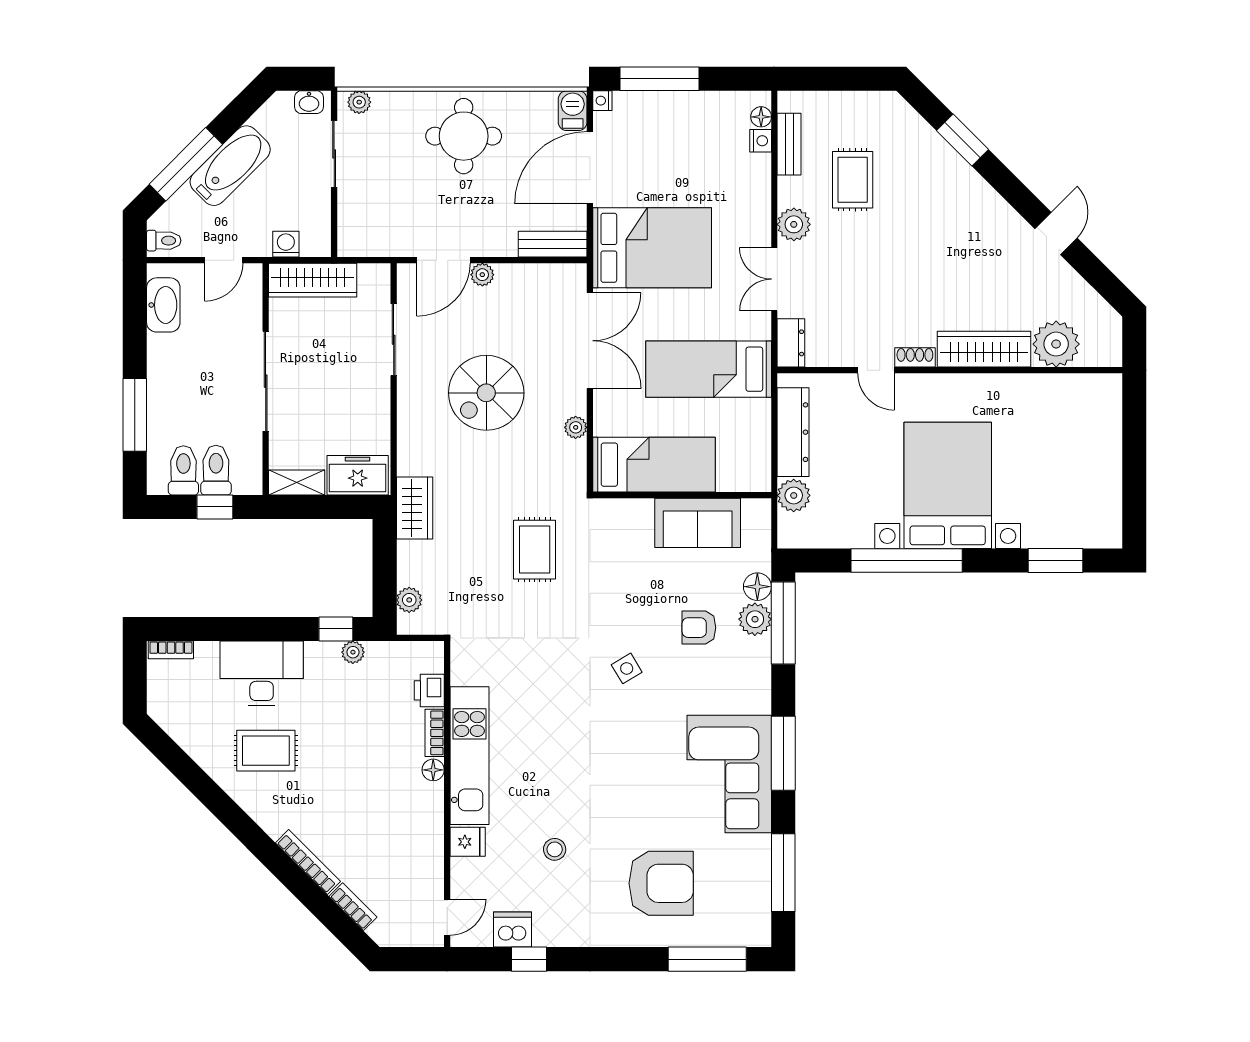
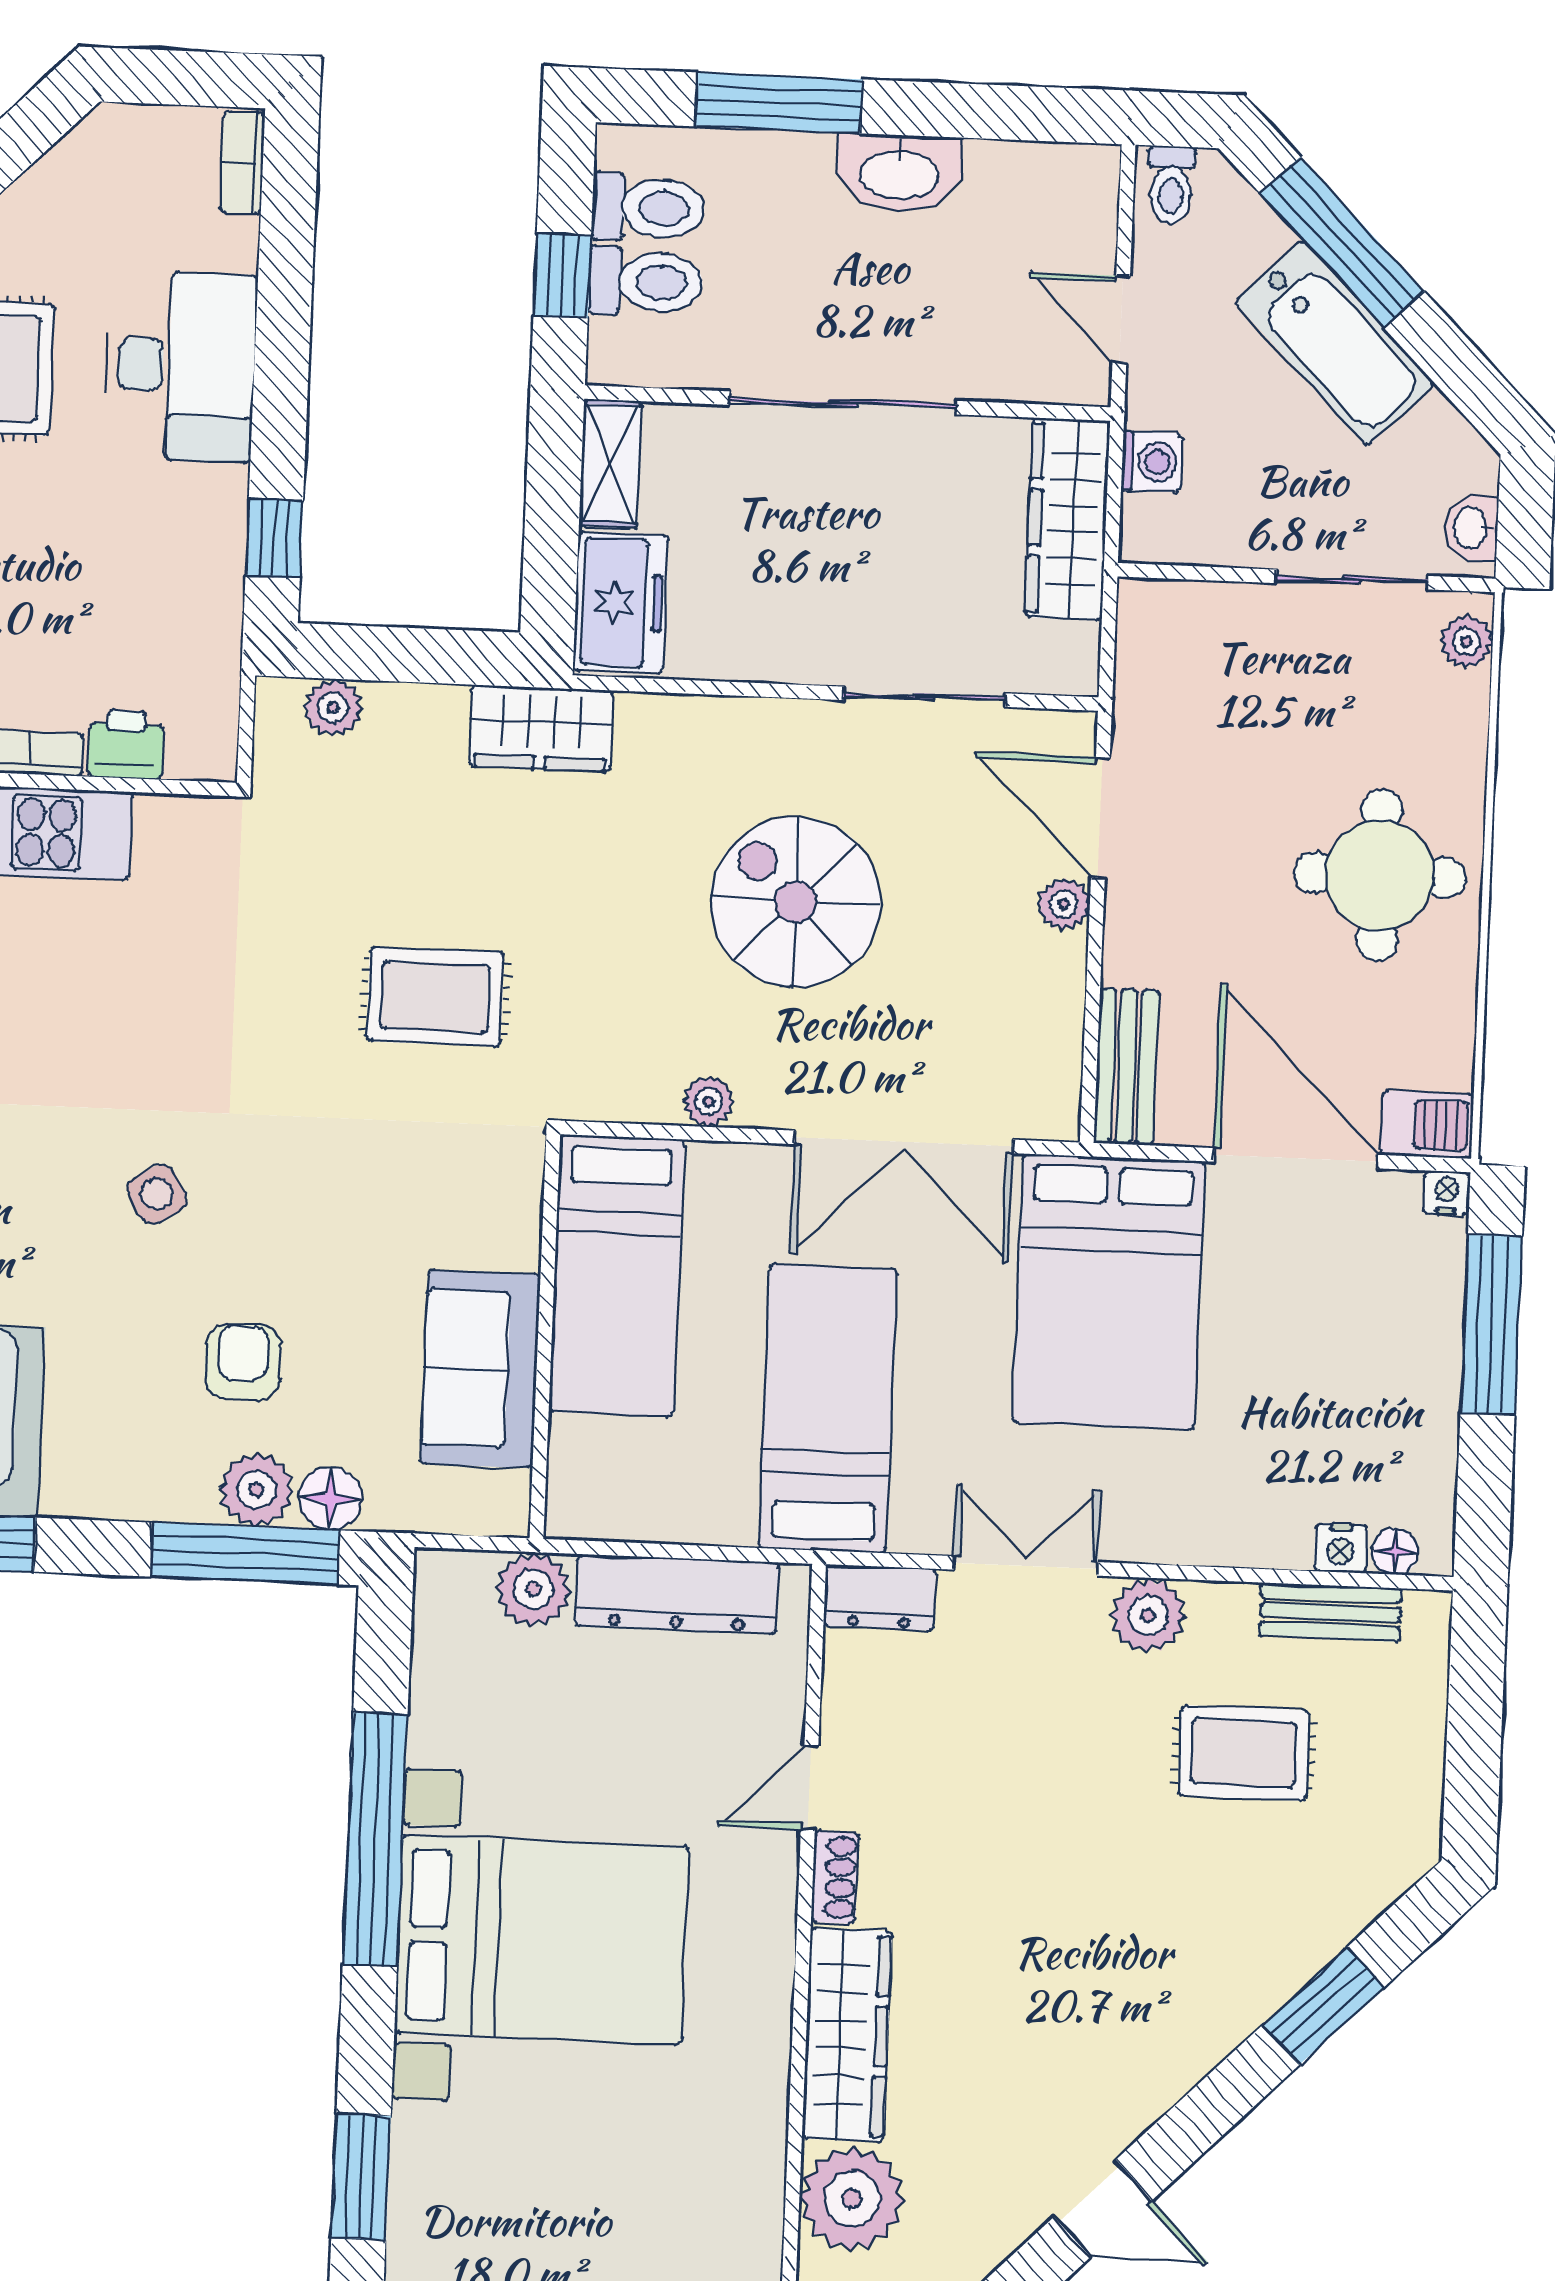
washbasin: (163, 305) -> (899, 173), moved
plant: (353, 652) -> (220, 575), removed

